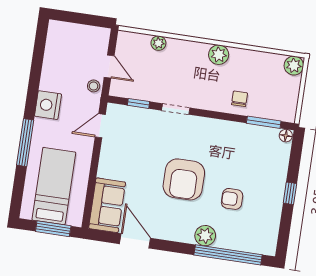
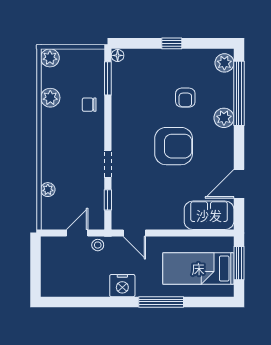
plant: (219, 55) -> (50, 98), moved
plant: (262, 245) -> (224, 63), added

